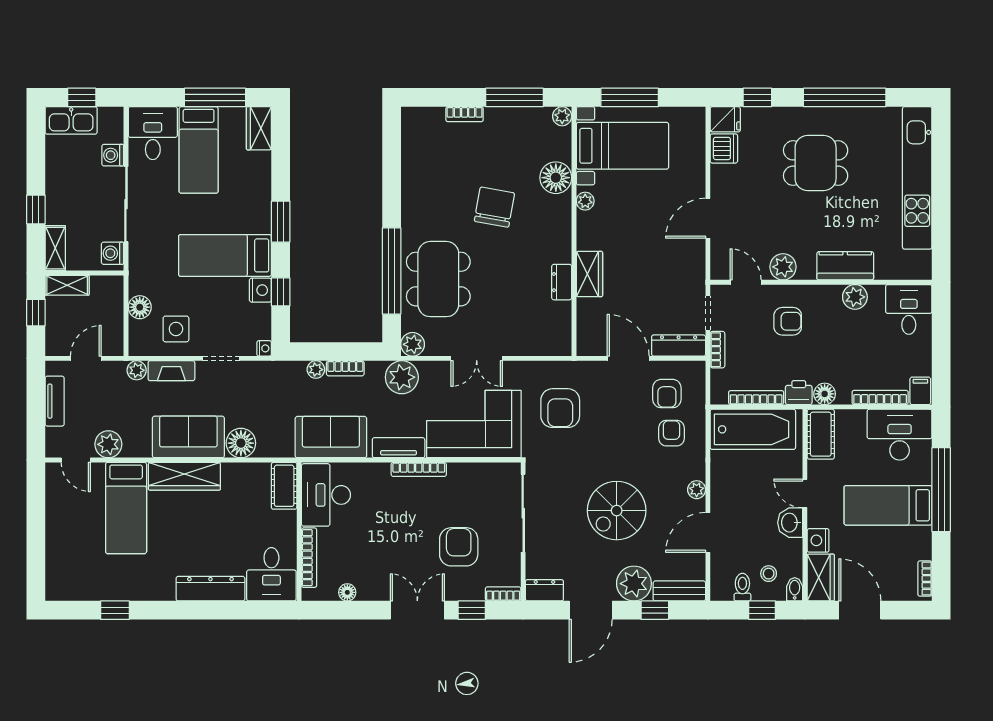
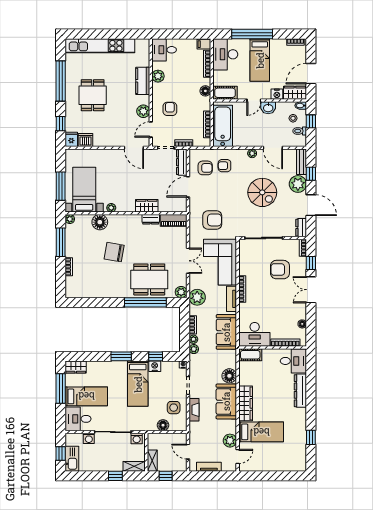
door: (708, 218) -> (134, 148), moved
piano: (559, 329) -> (174, 220), added
plant: (137, 370) -> (194, 349), moved
printer: (799, 393) -> (205, 104), removed

